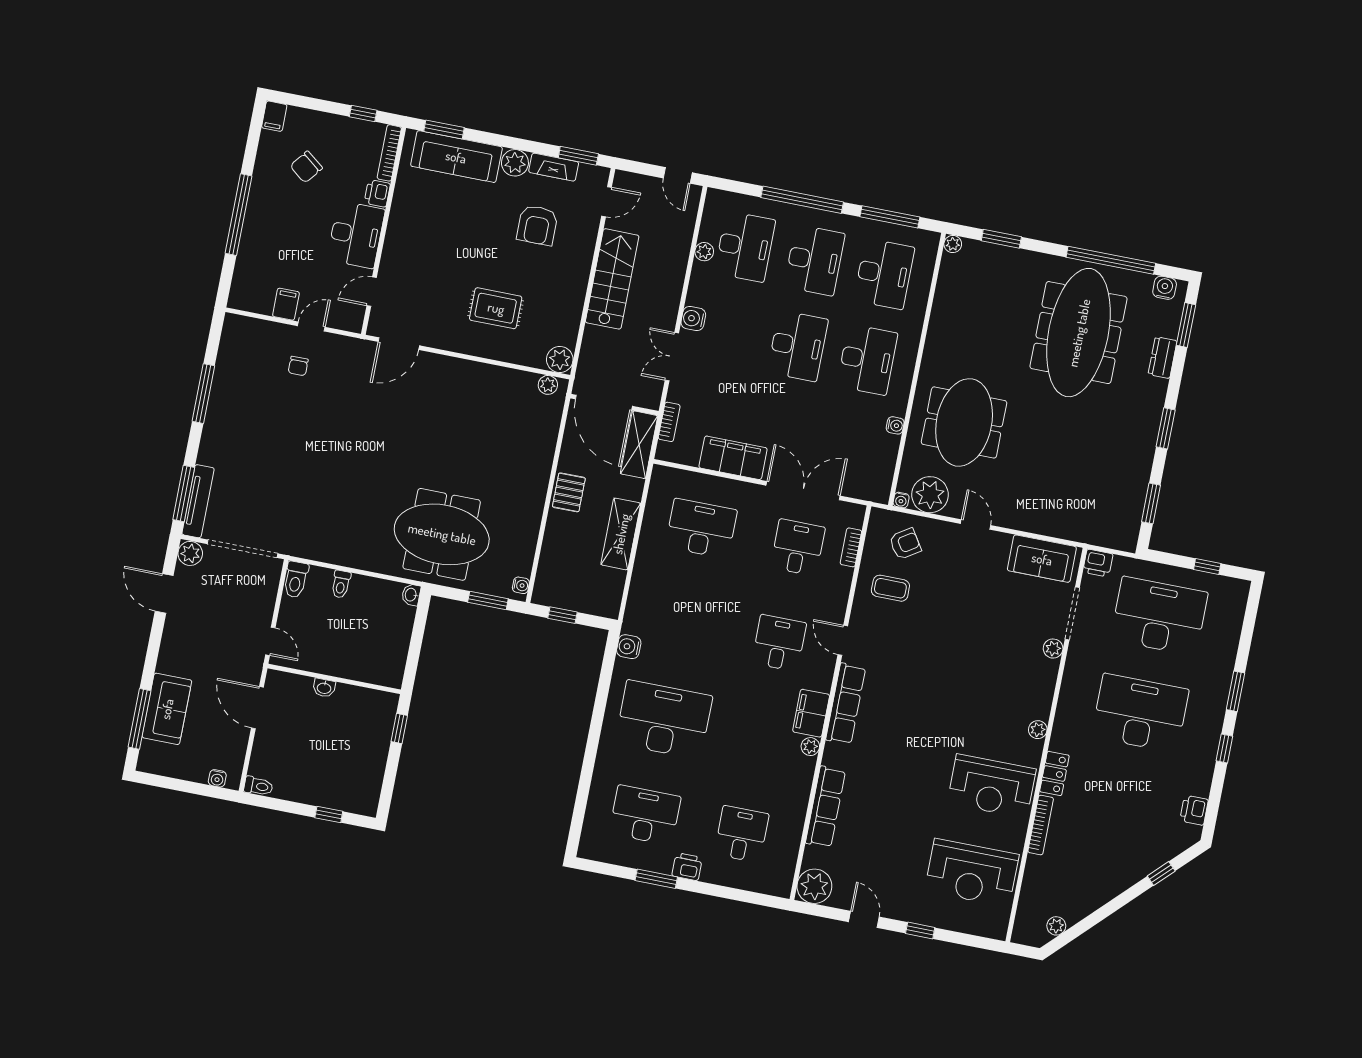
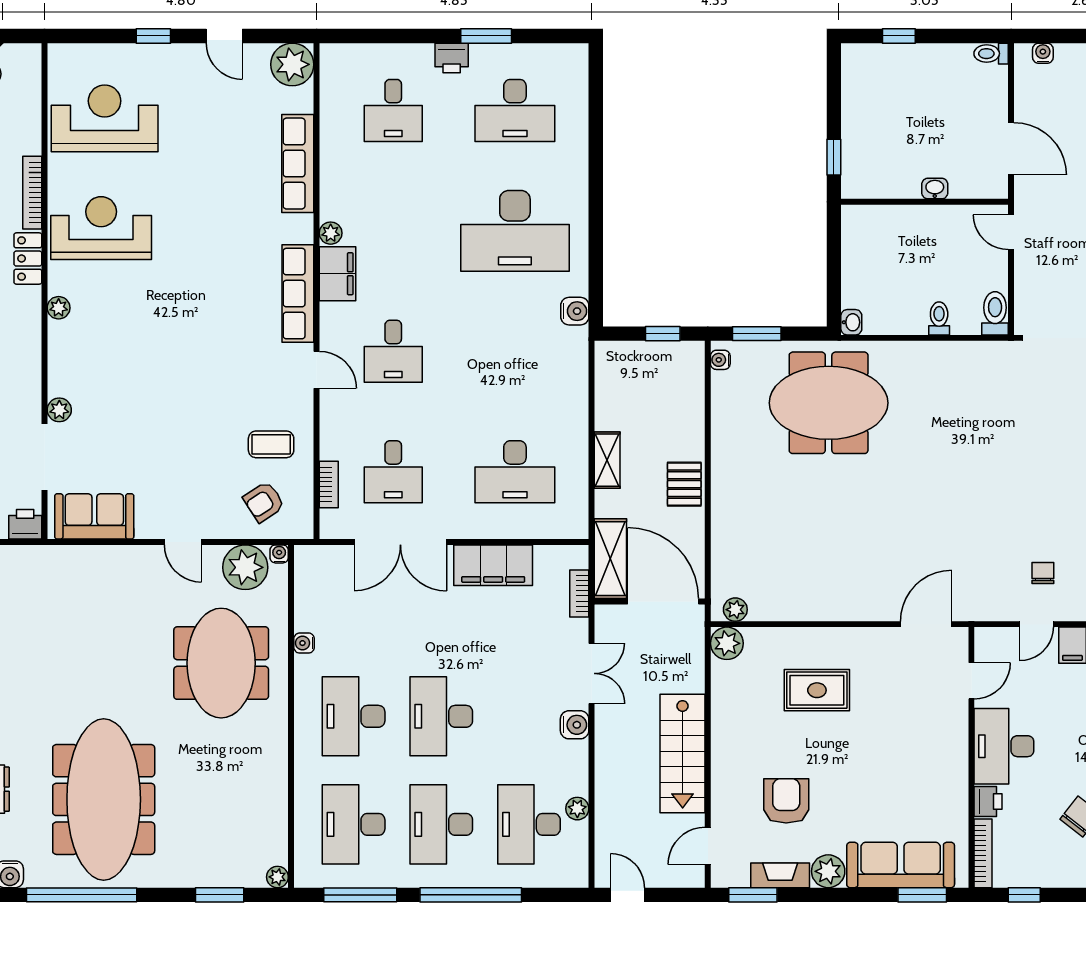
shelving: (621, 534) -> (607, 460), width x0.67, depth x0.75

